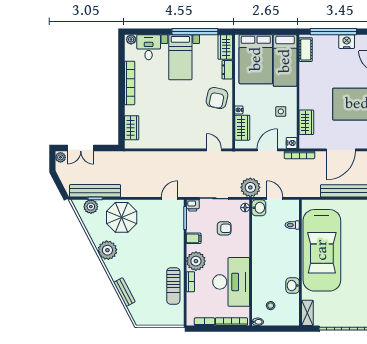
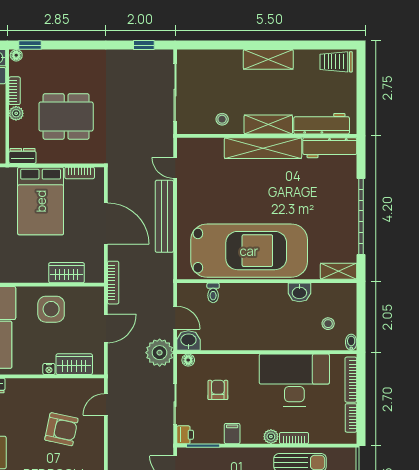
armchair: (217, 98) -> (61, 429), moved
side table: (281, 111) -> (51, 309), width x1.87, depth x1.87
nightstand: (292, 143) -> (96, 294), removed
door: (267, 150) -> (106, 328), swing flipped
door: (275, 198) -> (175, 318), swing flipped
plant: (196, 261) -> (271, 437), width x0.53, depth x0.53

